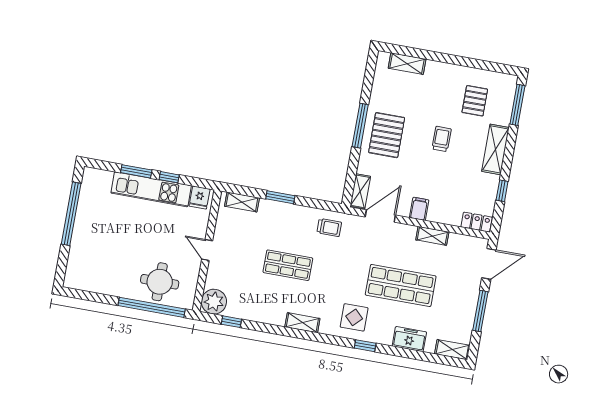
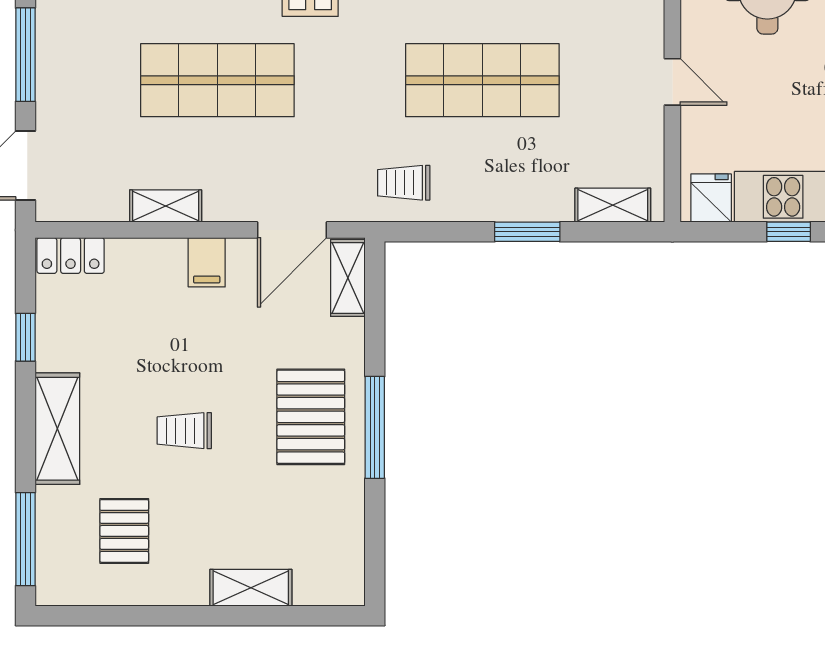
shelving: (407, 64) -> (251, 588), moved
trolley: (442, 139) -> (184, 431), turned 90
shop shelf: (288, 265) -> (482, 80), width x1.43, depth x1.36

